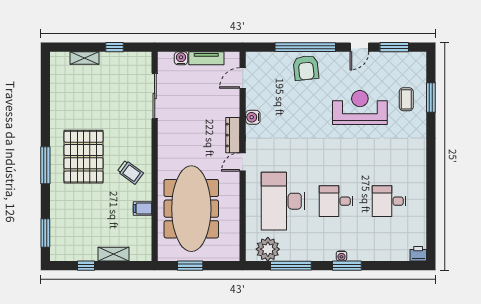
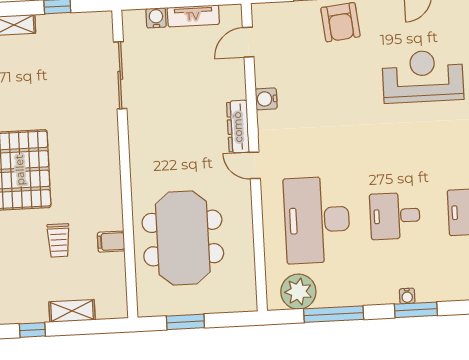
door: (243, 162) -> (255, 165), hinge flipped
trolley: (130, 172) -> (59, 240), moved, turned 54
meeting table: (191, 209) -> (183, 238), width x0.73

